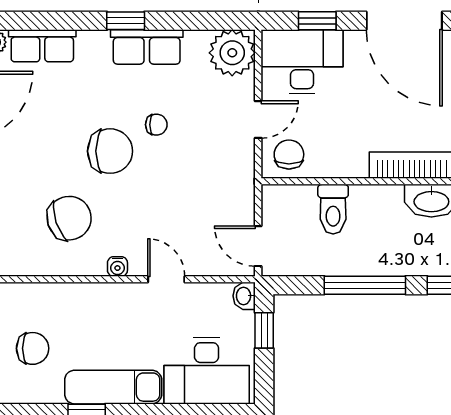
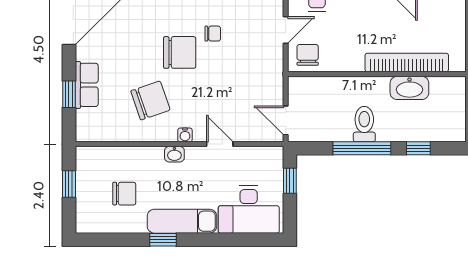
toilet: (333, 209) -> (364, 124), moved, turned 180
washbasin: (244, 296) -> (174, 154), moved, turned -90

